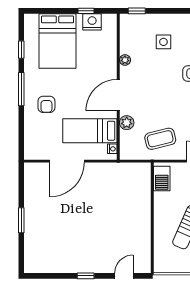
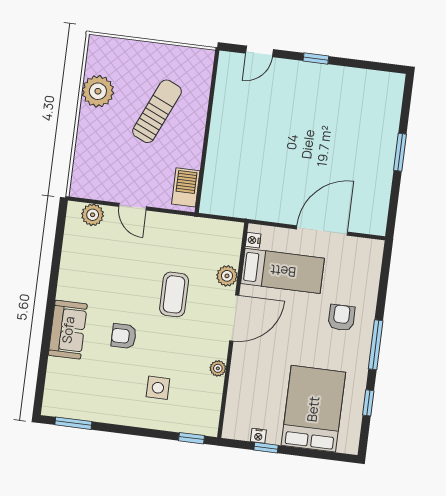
nightstand: (92, 22) -> (258, 436), width x0.53, depth x0.56
coffee table: (160, 139) -> (174, 294), moved, turned -76

